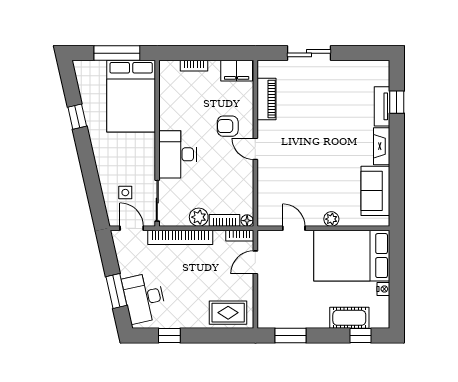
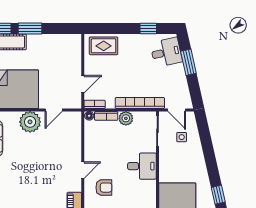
door: (255, 149) -> (83, 170), hinge flipped
desk: (178, 154) -> (142, 166), width x0.73
plant: (331, 219) -> (30, 122), width x1.87, depth x1.87
door: (294, 228) -> (54, 110), hinge flipped
desk: (144, 298) -> (166, 52), width x0.73
window: (290, 336) -> (30, 28), moved

